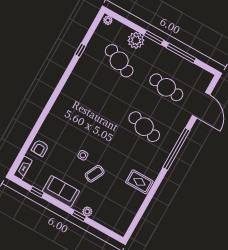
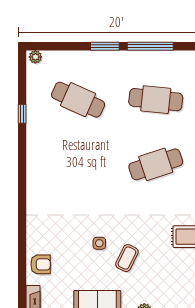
plant: (136, 40) -> (85, 62), removed
cafe table: (144, 127) -> (156, 164), turned -33
armchair: (40, 148) -> (41, 264), turned -90

